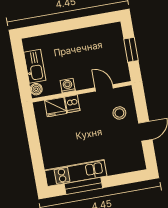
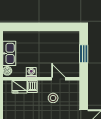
stool: (119, 113) -> (53, 98), moved

